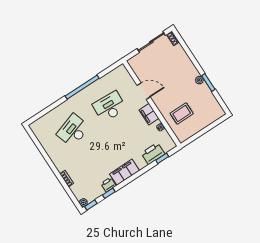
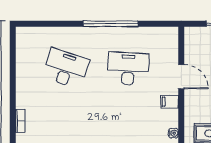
filing cabinet: (149, 114) -> (170, 102), width x0.50
desk: (73, 130) -> (66, 69), turned 36

